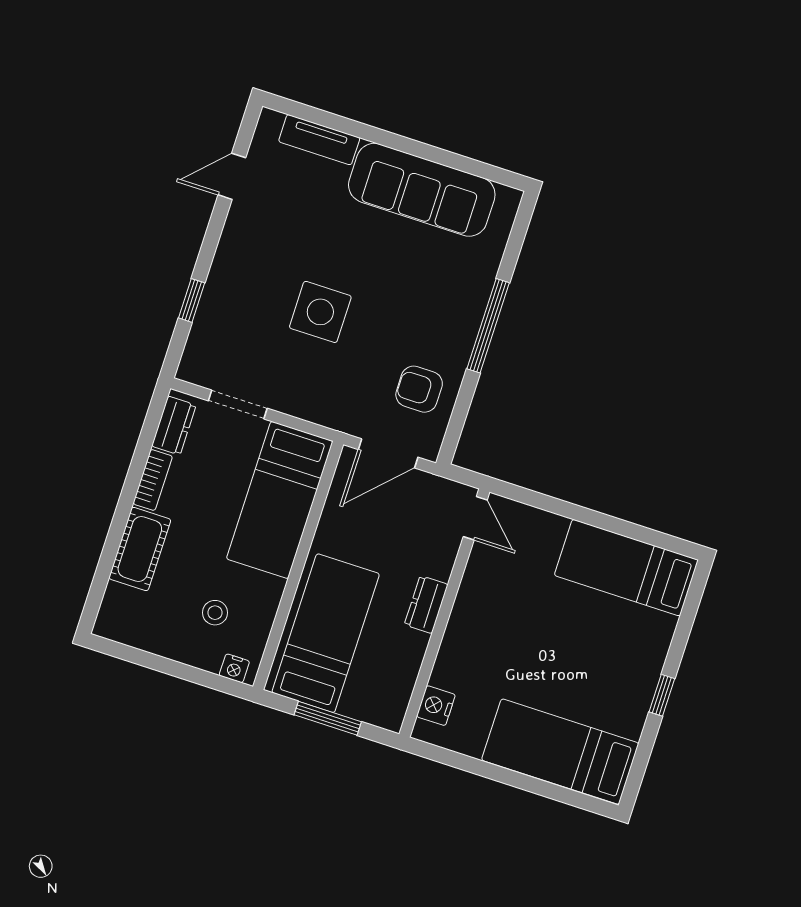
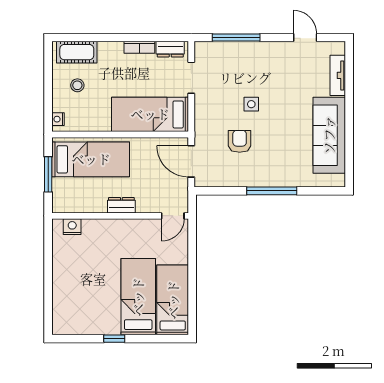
window: (192, 300) -> (236, 38), width x2.17
side table: (320, 312) -> (251, 104), width x0.54, depth x0.54
armchair: (419, 389) -> (240, 141), moved
cot: (140, 549) -> (77, 52), moved
stool: (215, 613) -> (77, 85), moved
bed: (560, 752) -> (138, 297), moved

